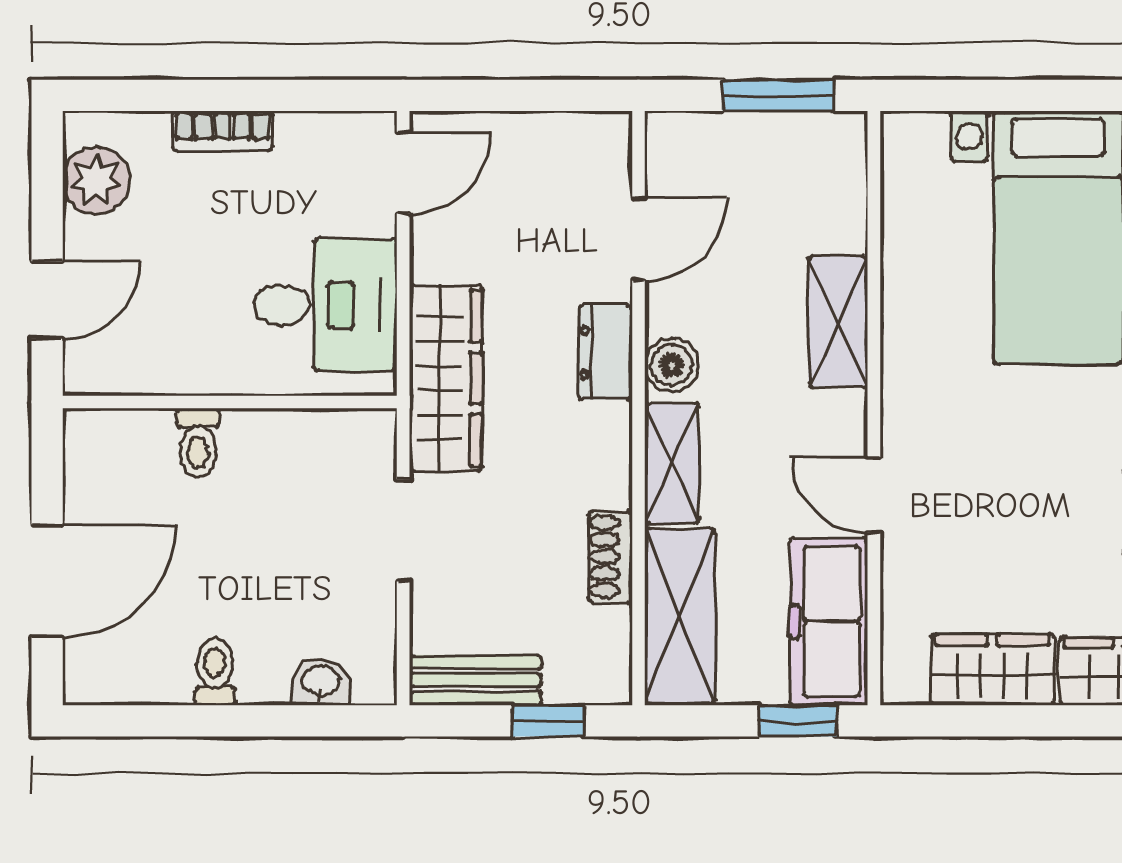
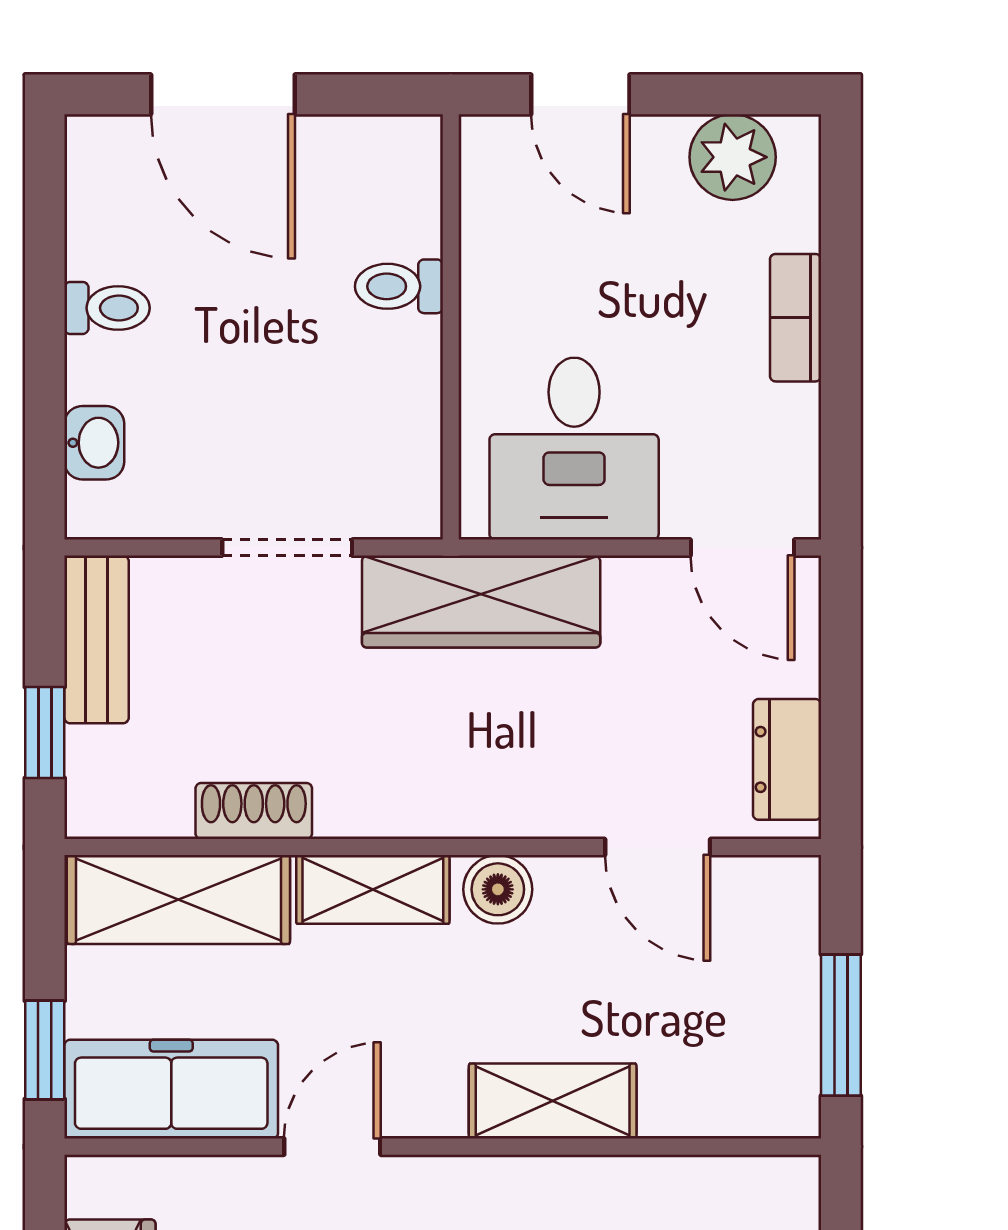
dresser: (606, 352) -> (787, 759), moved, turned -90

